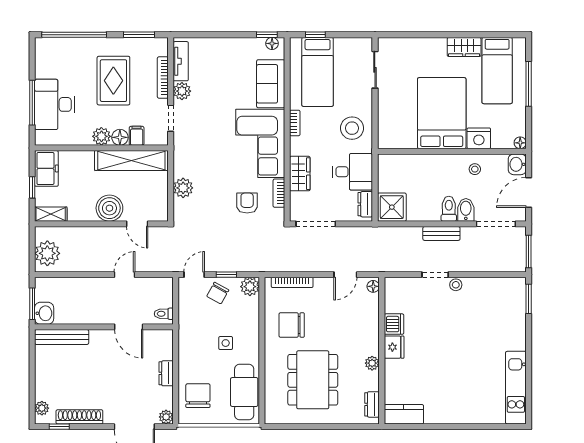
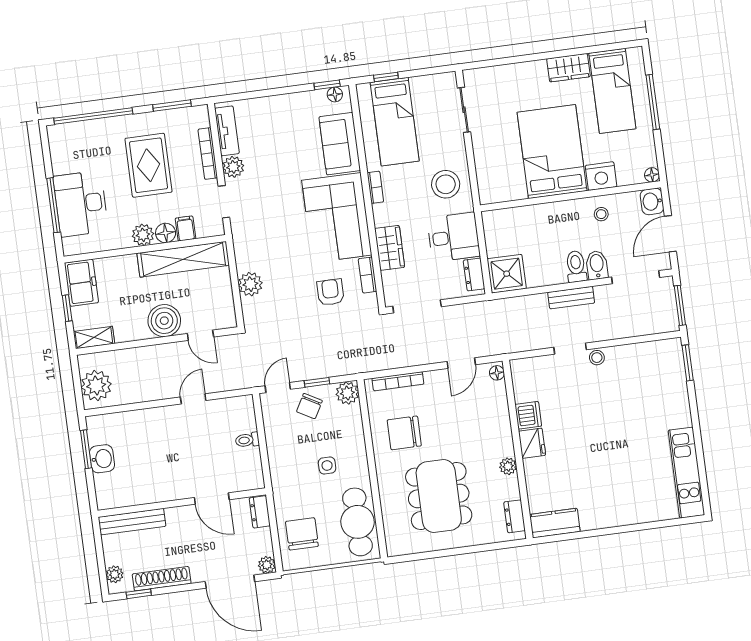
wall: (104, 327) -> (182, 503), moved
door: (129, 327) -> (212, 499), moved
bench: (62, 337) -> (132, 522), moved

